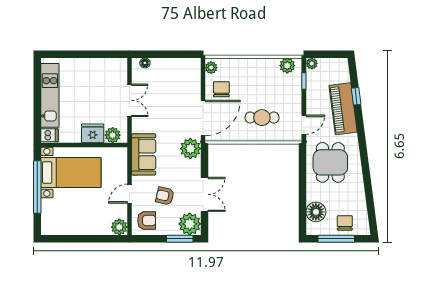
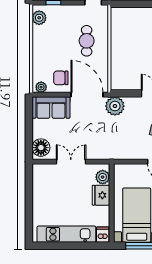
floor lamp: (145, 63) -> (41, 148), width x1.89, depth x1.89
sofa: (144, 154) -> (51, 107), moved, turned 180

